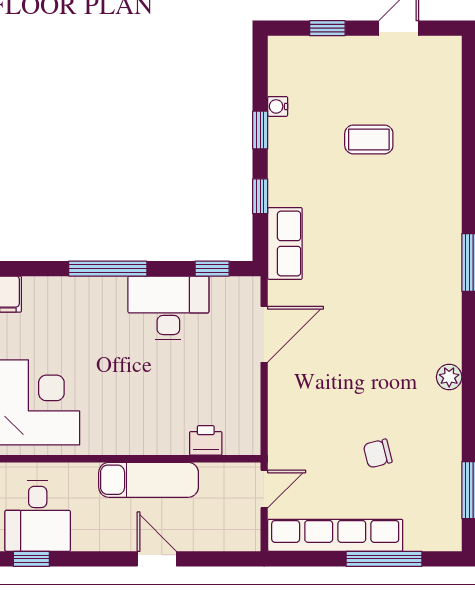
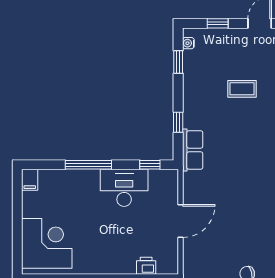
water cooler: (278, 106) -> (188, 43), moved
window: (260, 130) -> (178, 62), moved
door: (264, 334) -> (180, 221), moved

